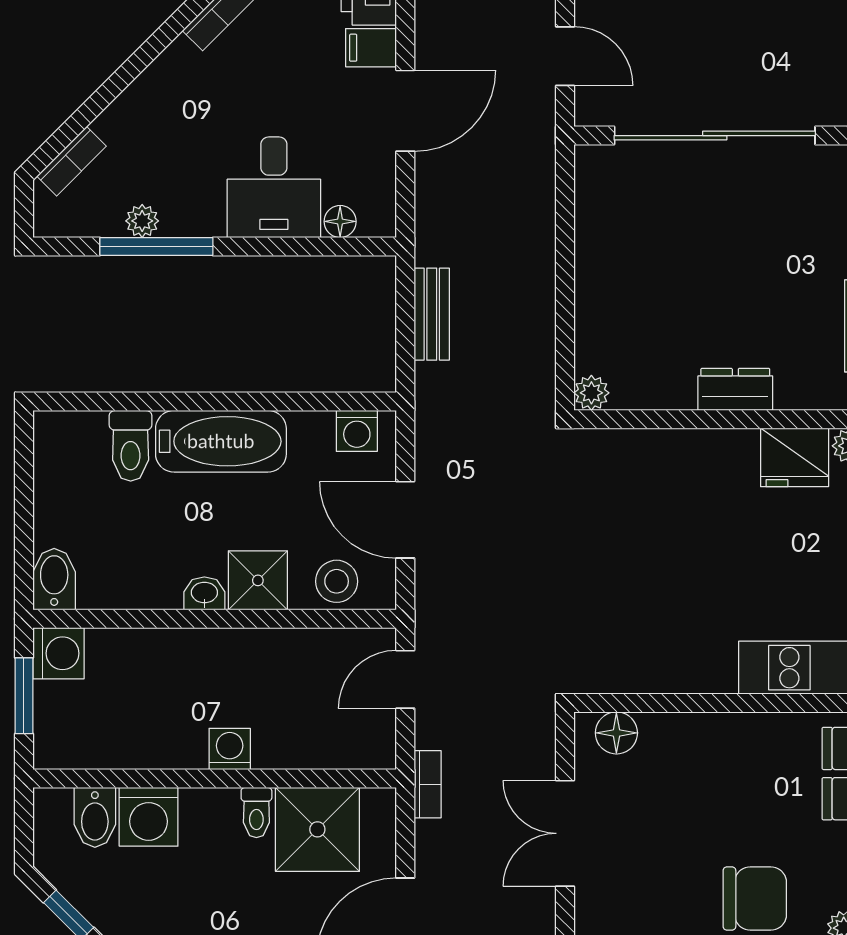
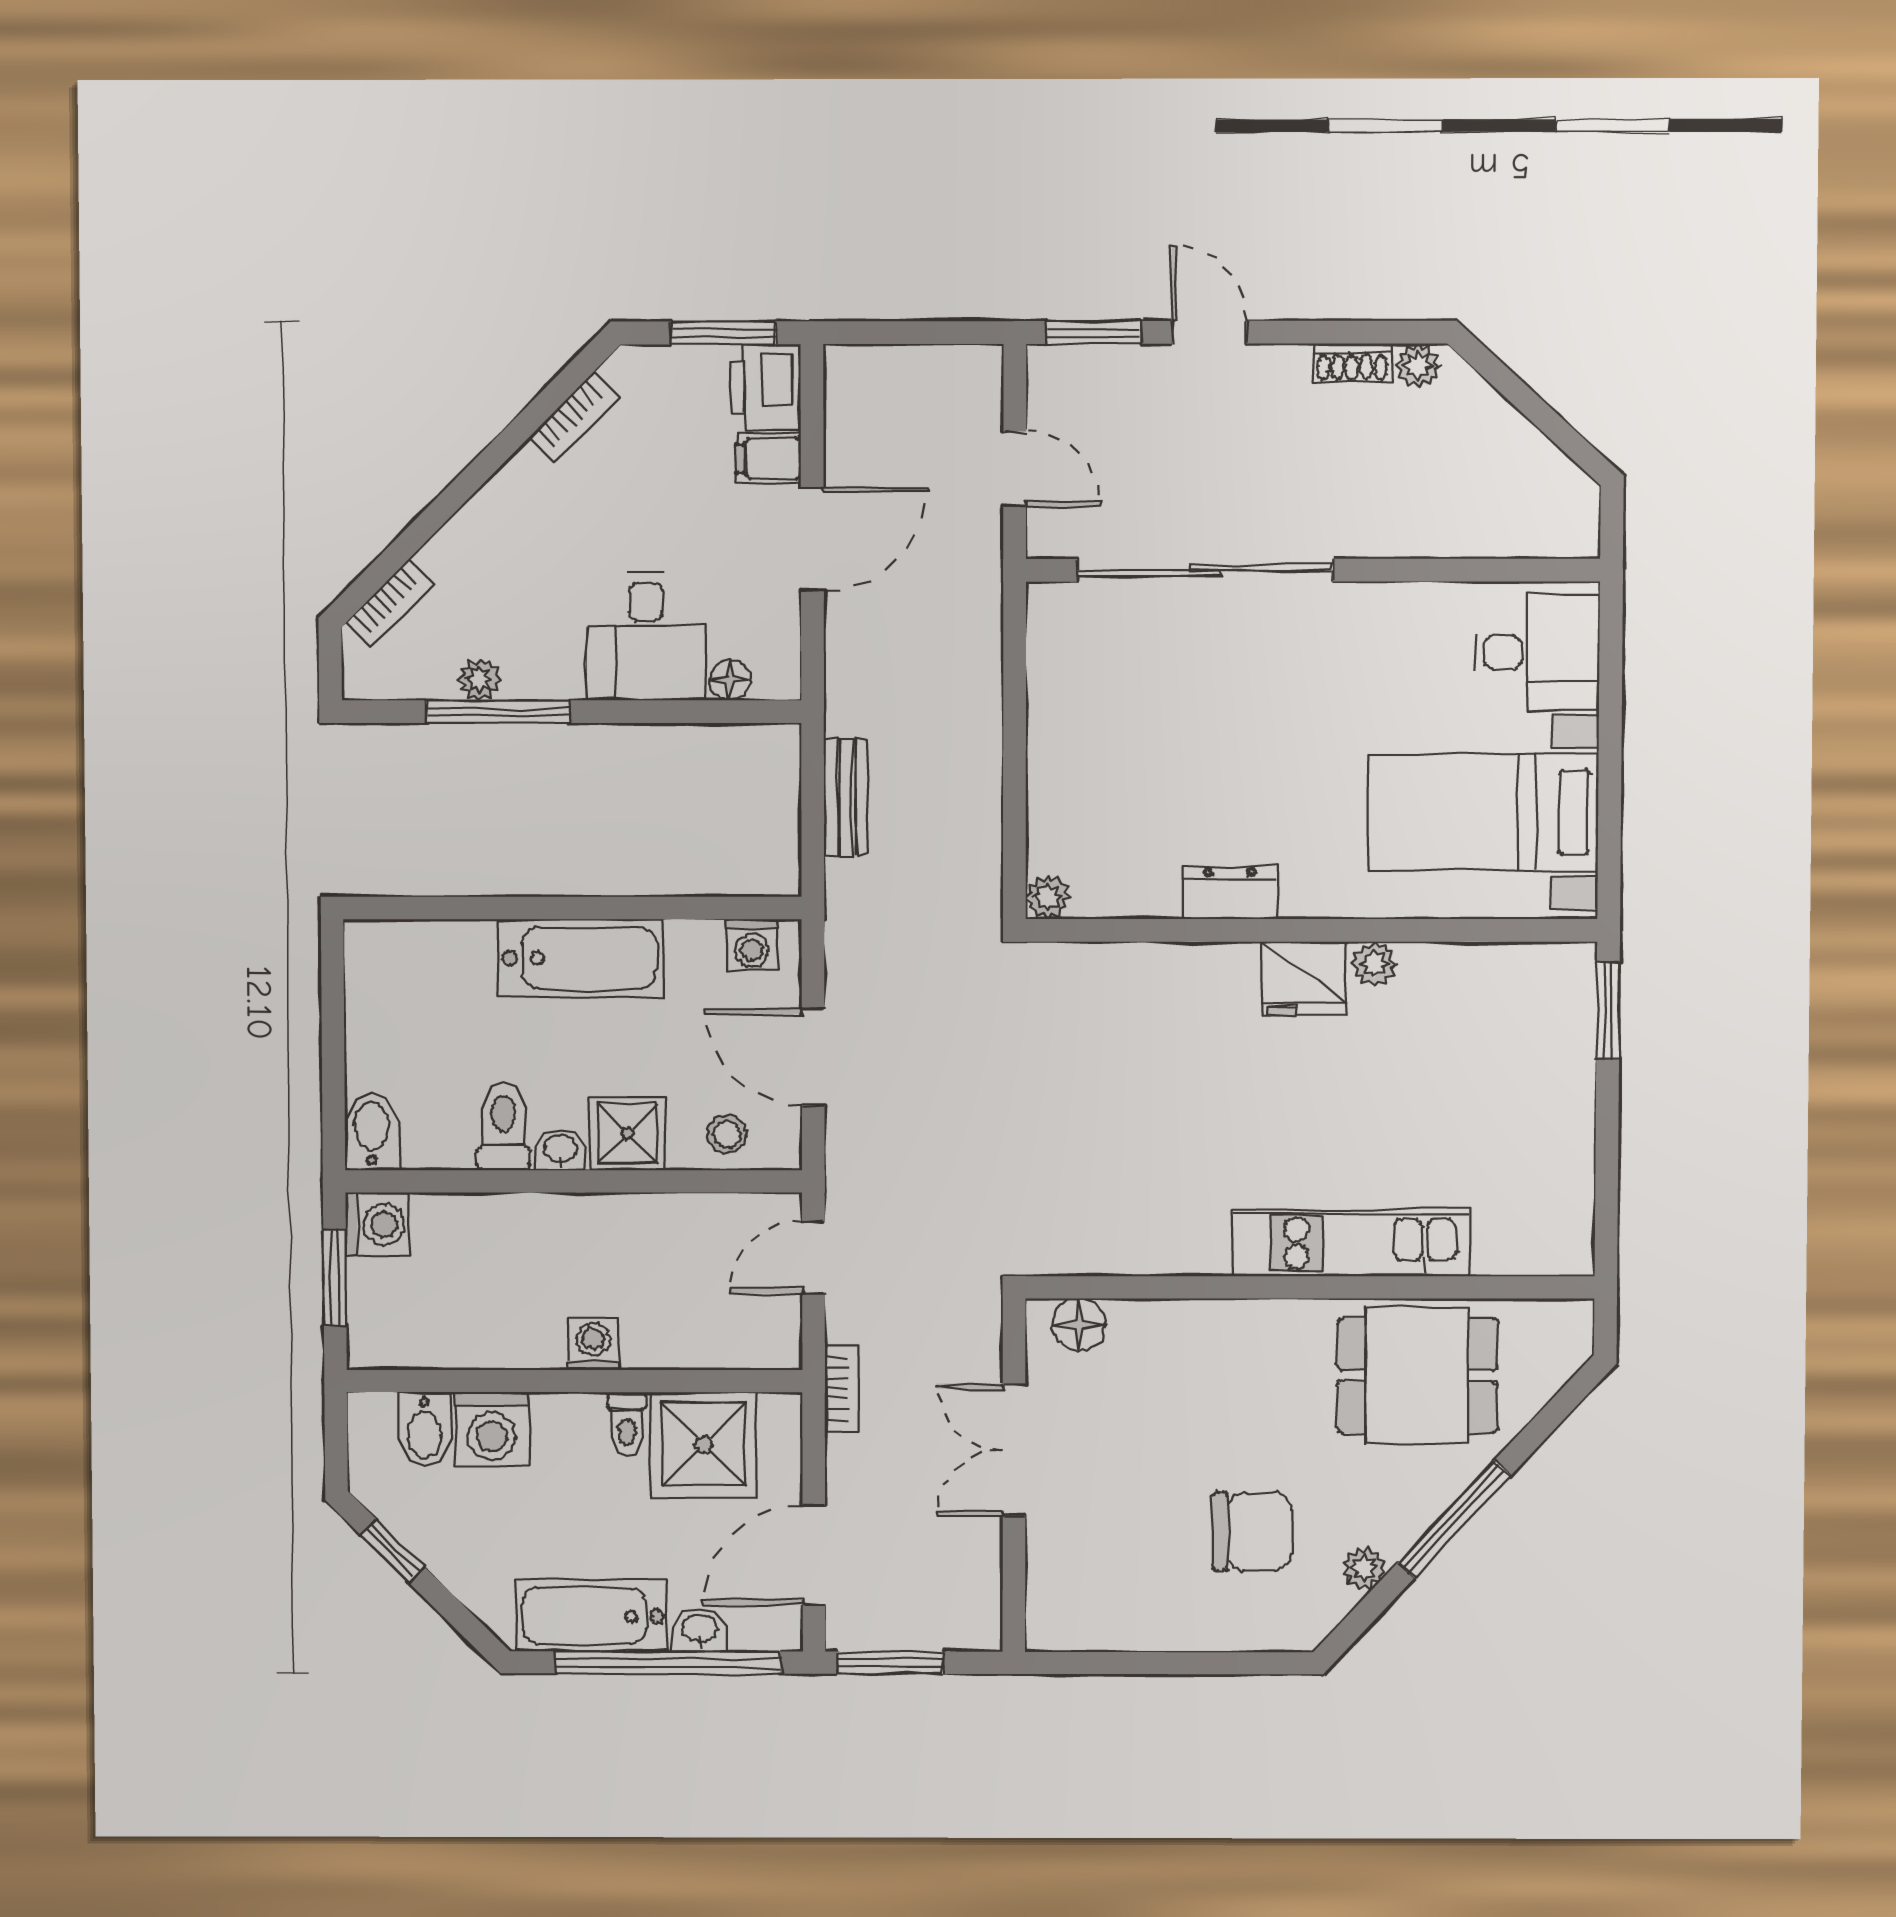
toilet: (131, 446) -> (503, 1126), moved, turned 180
stool: (337, 581) -> (727, 1134), width x0.73, depth x0.73

